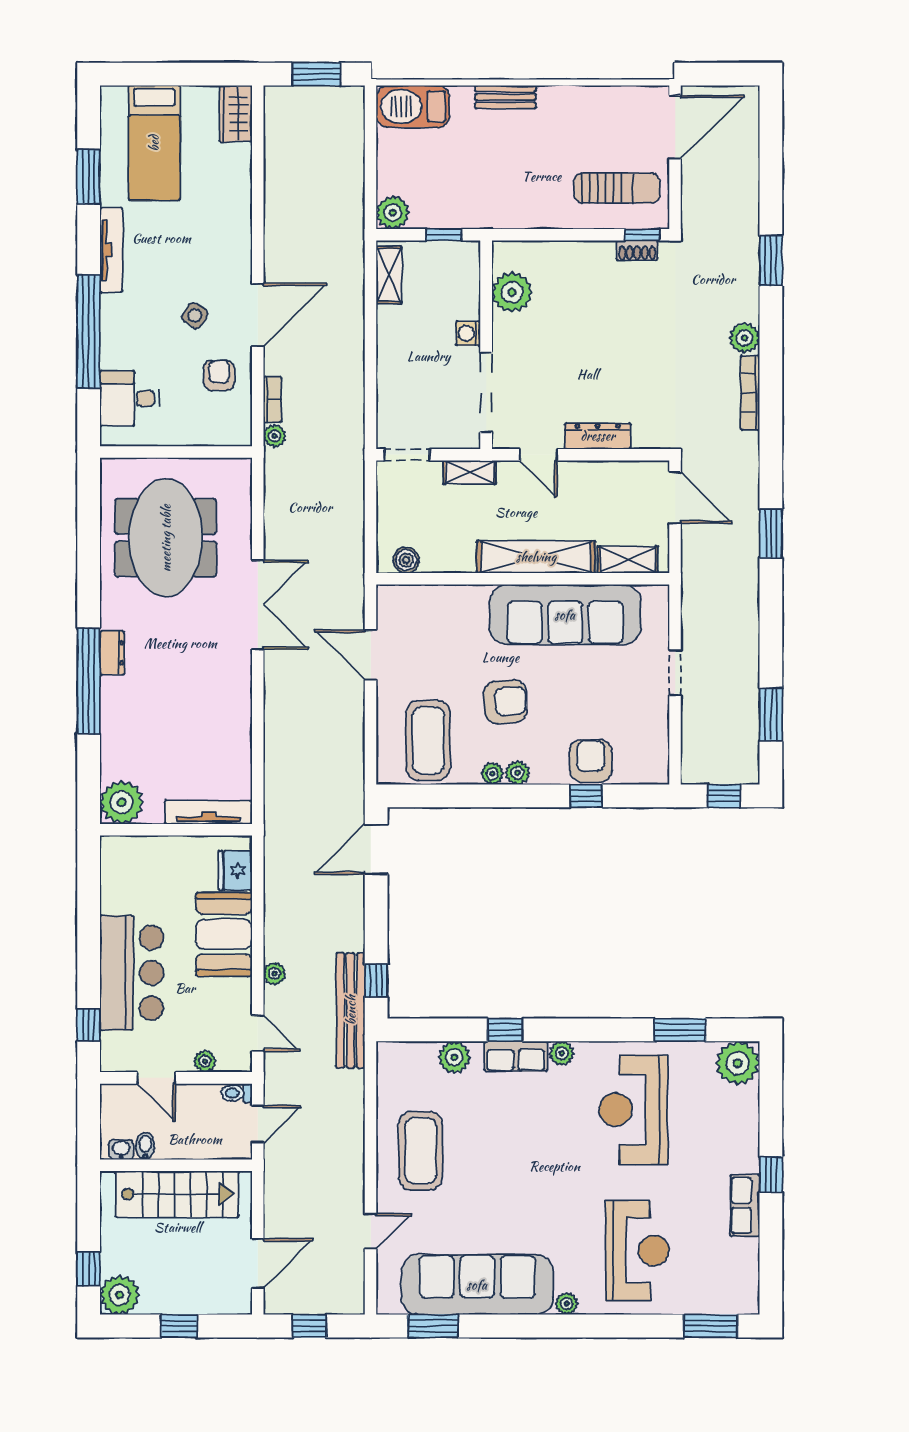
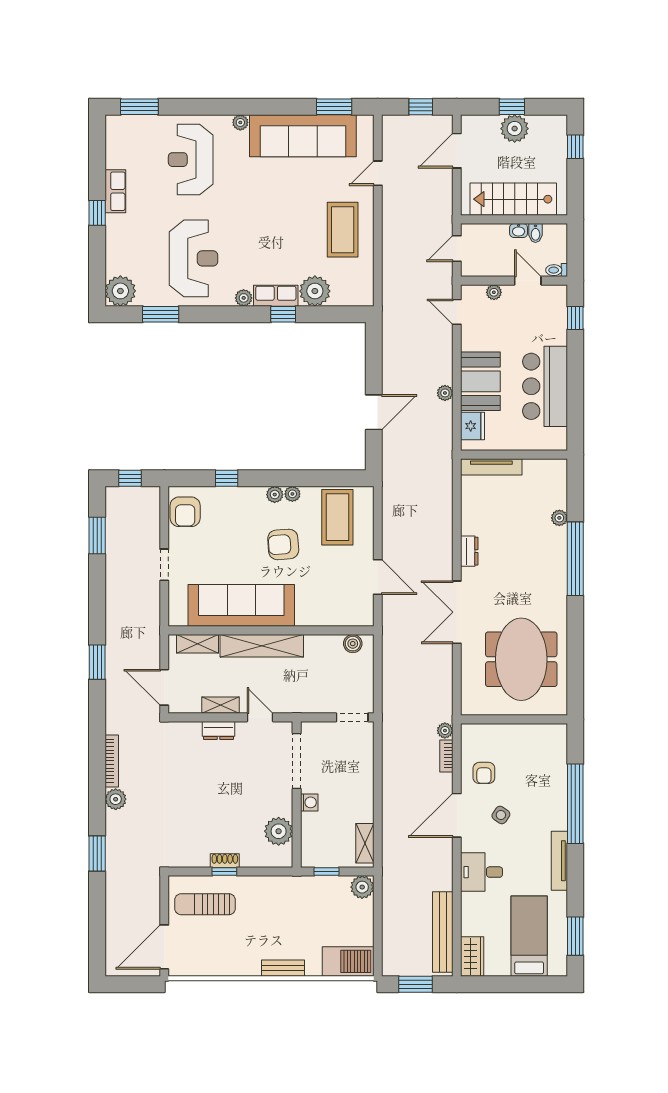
window: (89, 177) -> (575, 936), moved
window: (642, 235) -> (224, 872), moved
shoe rack: (637, 250) -> (225, 861), moved
desk: (130, 398) -> (482, 872), moved, turned 180
dresser: (598, 436) -> (218, 730), width x0.70
shelving: (470, 472) -> (221, 705), moved
dresser: (112, 653) -> (469, 551), moved, turned 180
armchair: (591, 761) -> (185, 512), moved
plant: (122, 802) -> (559, 518), moved, width x0.53, depth x0.53
door: (376, 849) -> (374, 412), moved
bar counter: (132, 973) -> (545, 386), moved
plant: (275, 974) -> (445, 393), moved
window: (376, 980) -> (374, 349), removed
bench: (351, 1010) -> (443, 932), moved
plant: (454, 1057) -> (315, 291), width x1.36, depth x1.36
toilet: (237, 1093) -> (557, 270), moved, turned 180
washbasin: (121, 1149) -> (519, 230), moved
plant: (120, 1295) -> (515, 129), moved

